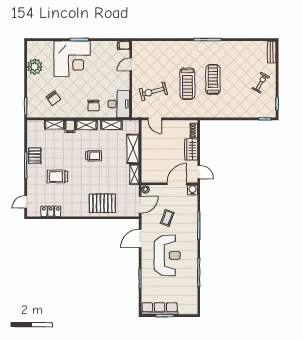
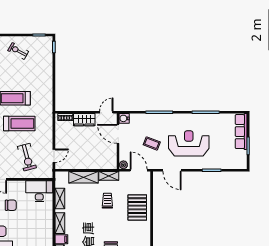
chair: (94, 105) -> (11, 205), moved
trolley: (94, 156) -> (107, 201), moved
row of seats: (160, 308) -> (241, 132), moved

